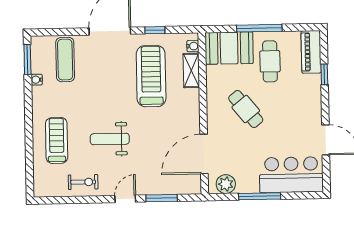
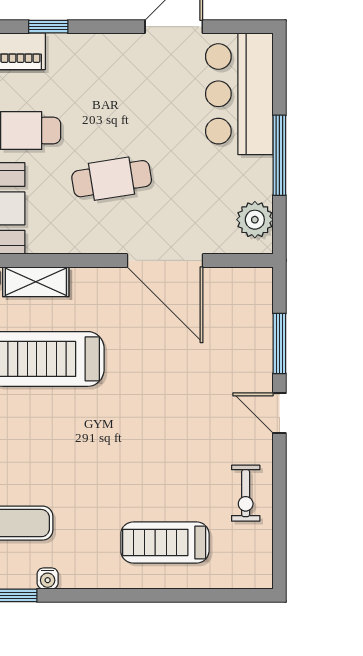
cafe table: (246, 109) -> (112, 179), turned 30
weight bench: (110, 139) -> (164, 441), removed
door: (204, 154) -> (165, 260), moved
exercise bike: (83, 182) -> (246, 493), turned 180

